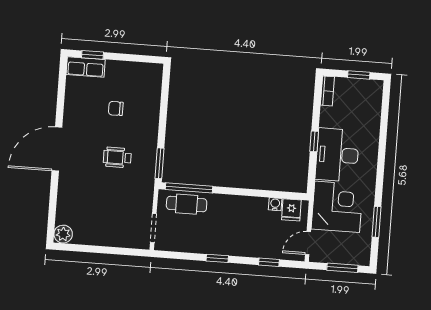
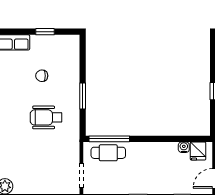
window: (92, 55) -> (45, 32), moved
wheelchair: (117, 157) -> (46, 117), width x1.36, depth x1.37
window: (160, 163) -> (83, 96), moved

